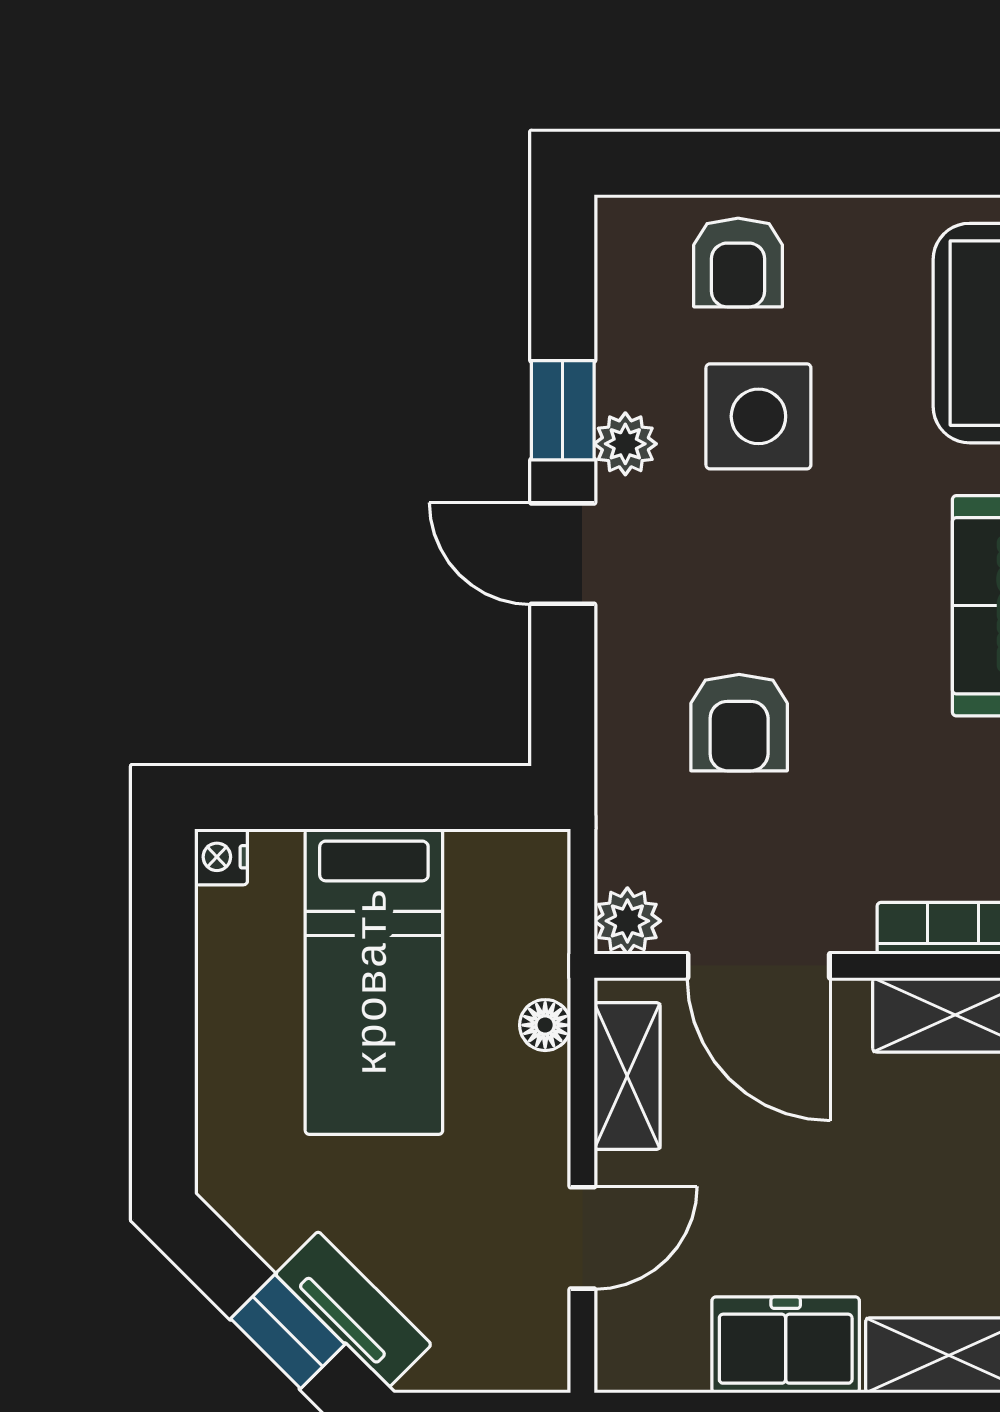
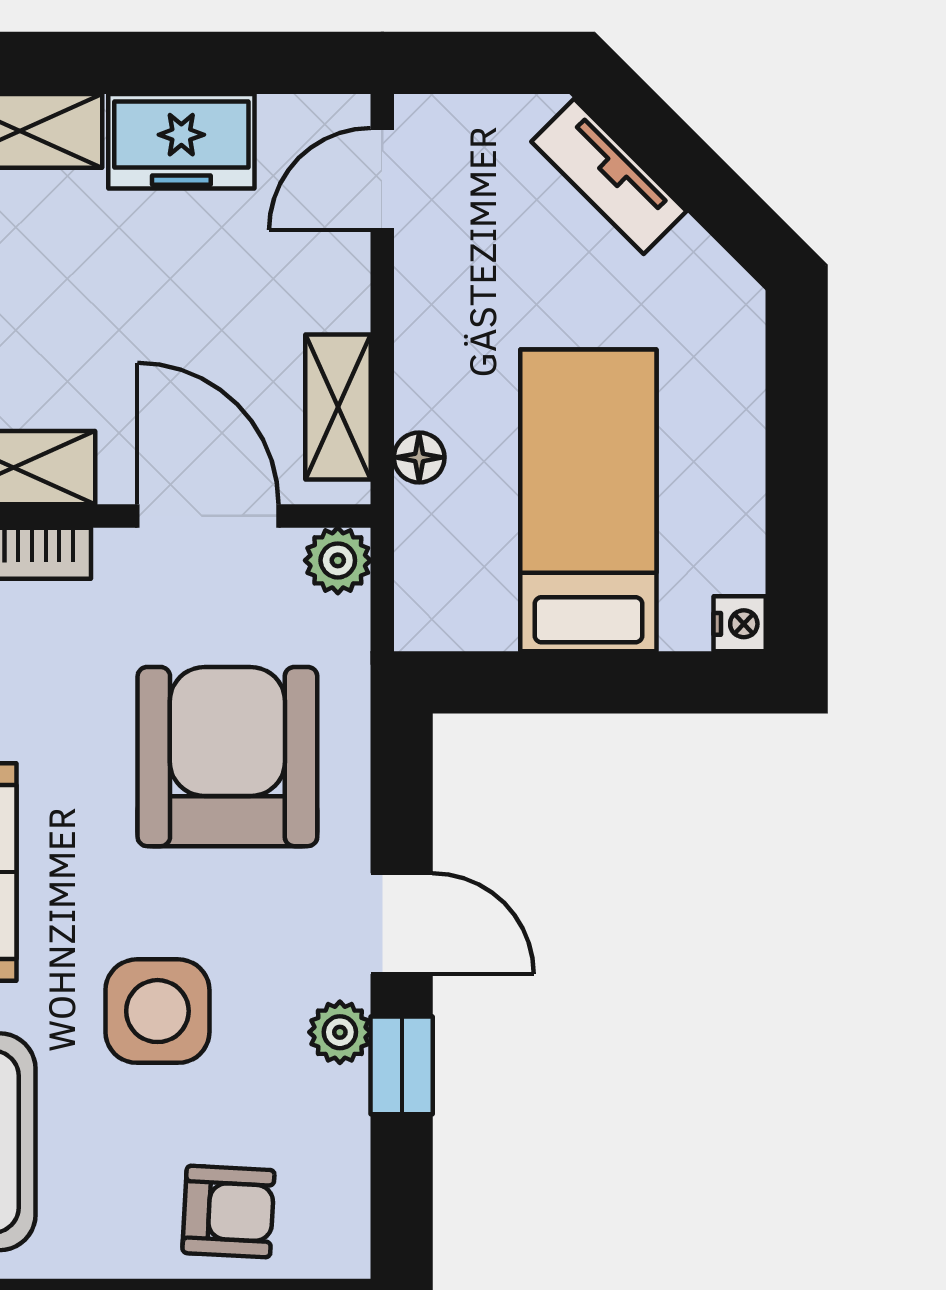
armchair: (738, 263) -> (228, 1212), turned 93
side table: (758, 416) -> (157, 1011), moved
armchair: (739, 723) -> (227, 757), width x1.88, depth x1.88
door: (582, 1238) -> (382, 179), moved
window: (288, 1331) -> (674, 154), removed

